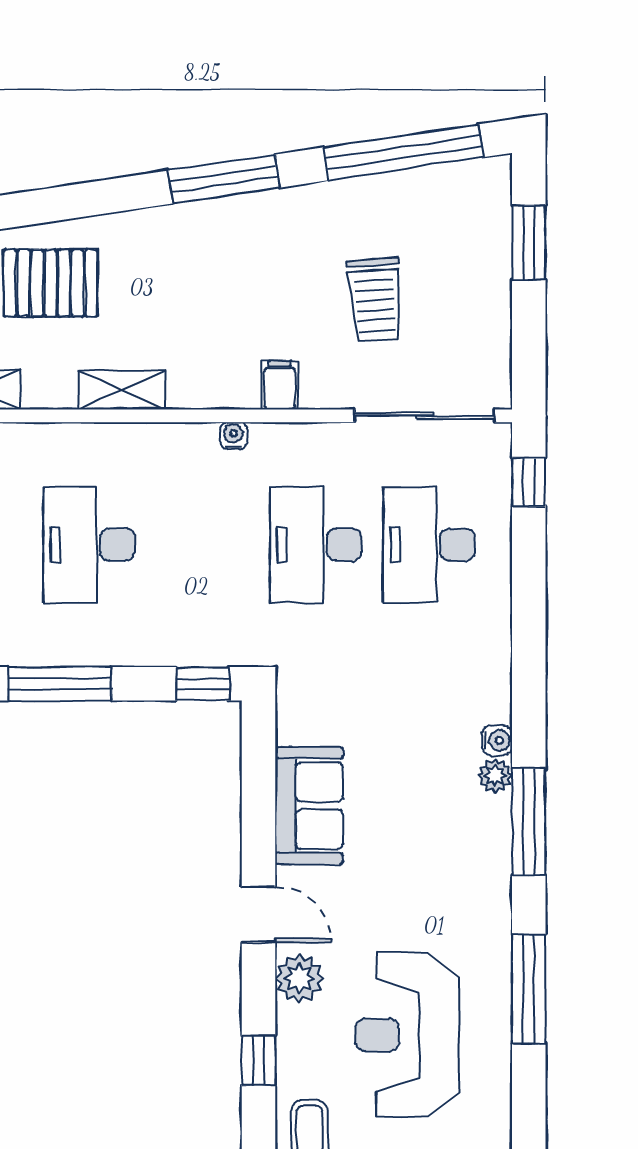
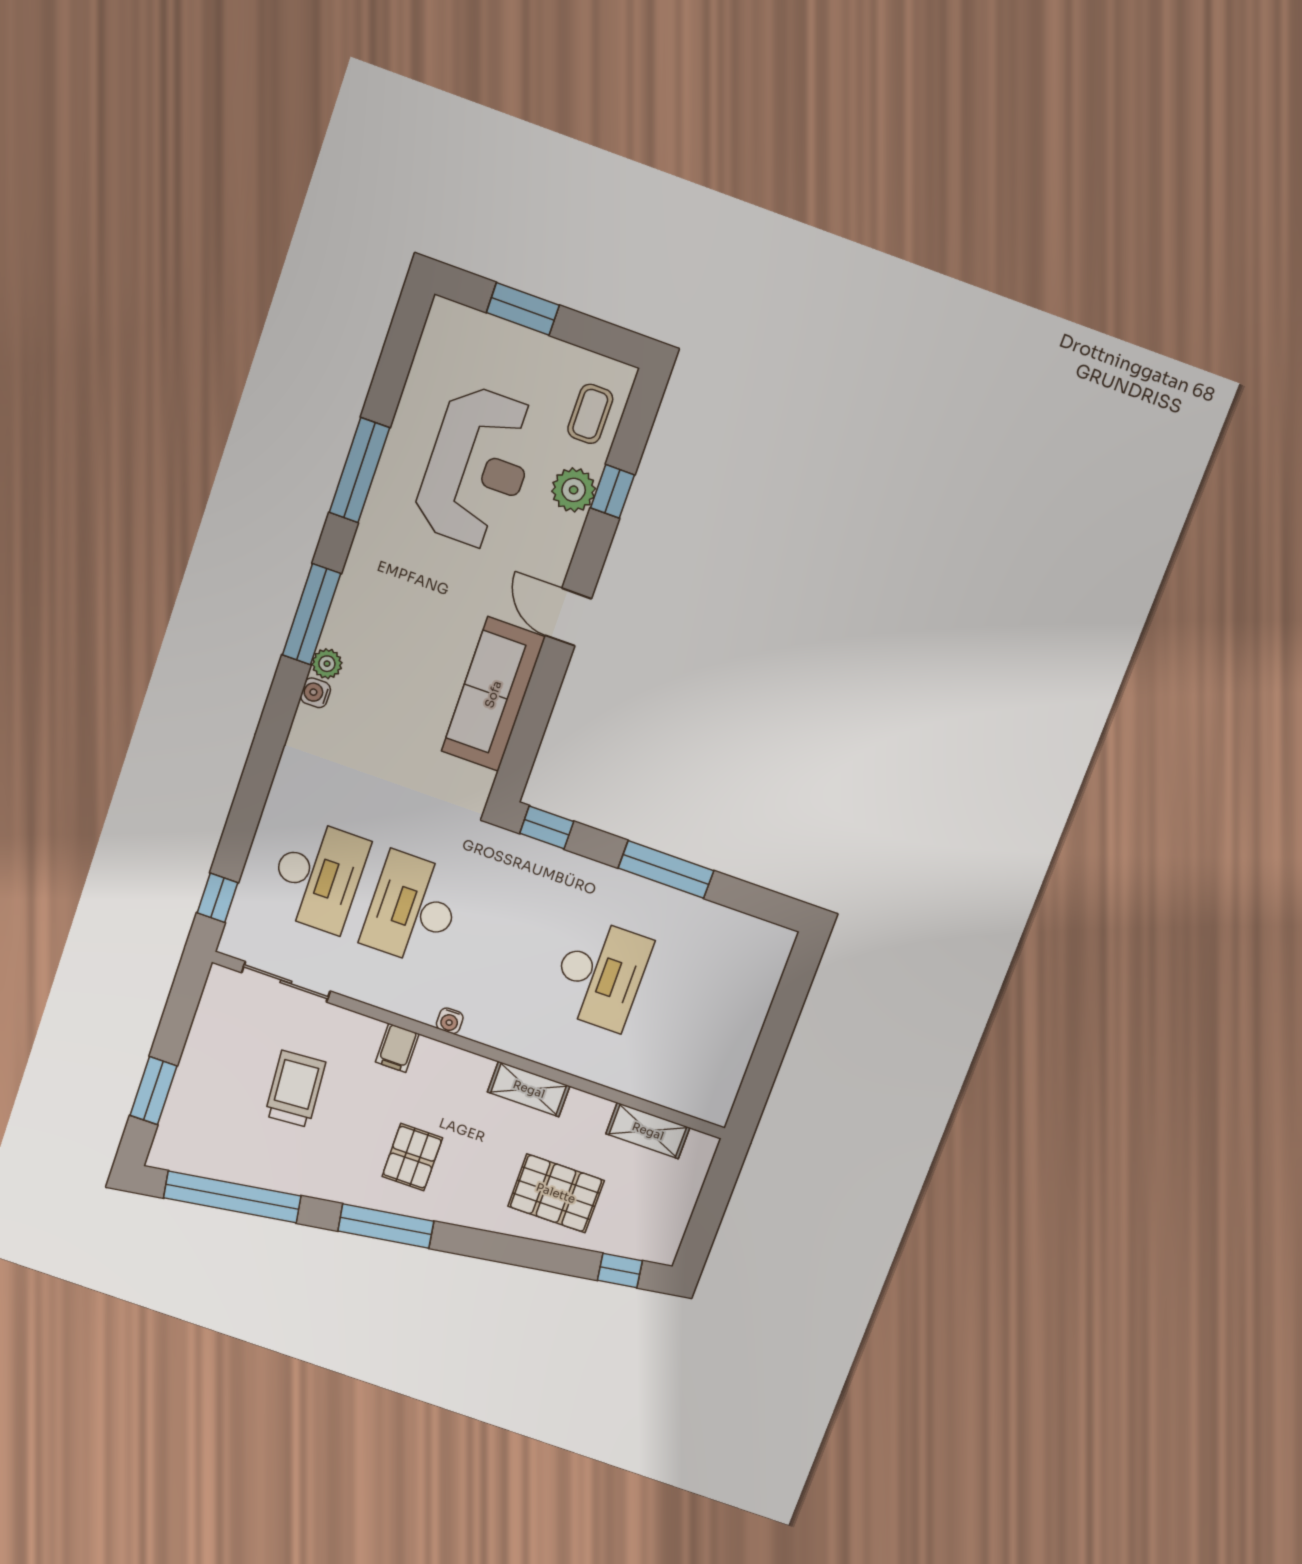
pallet: (222, 268) -> (412, 1157), added
sliding door: (425, 416) -> (286, 982), width x0.73
desk: (316, 545) -> (412, 909), turned 180
sofa: (309, 806) -> (493, 694), width x1.36
plant: (299, 978) -> (574, 490), moved

